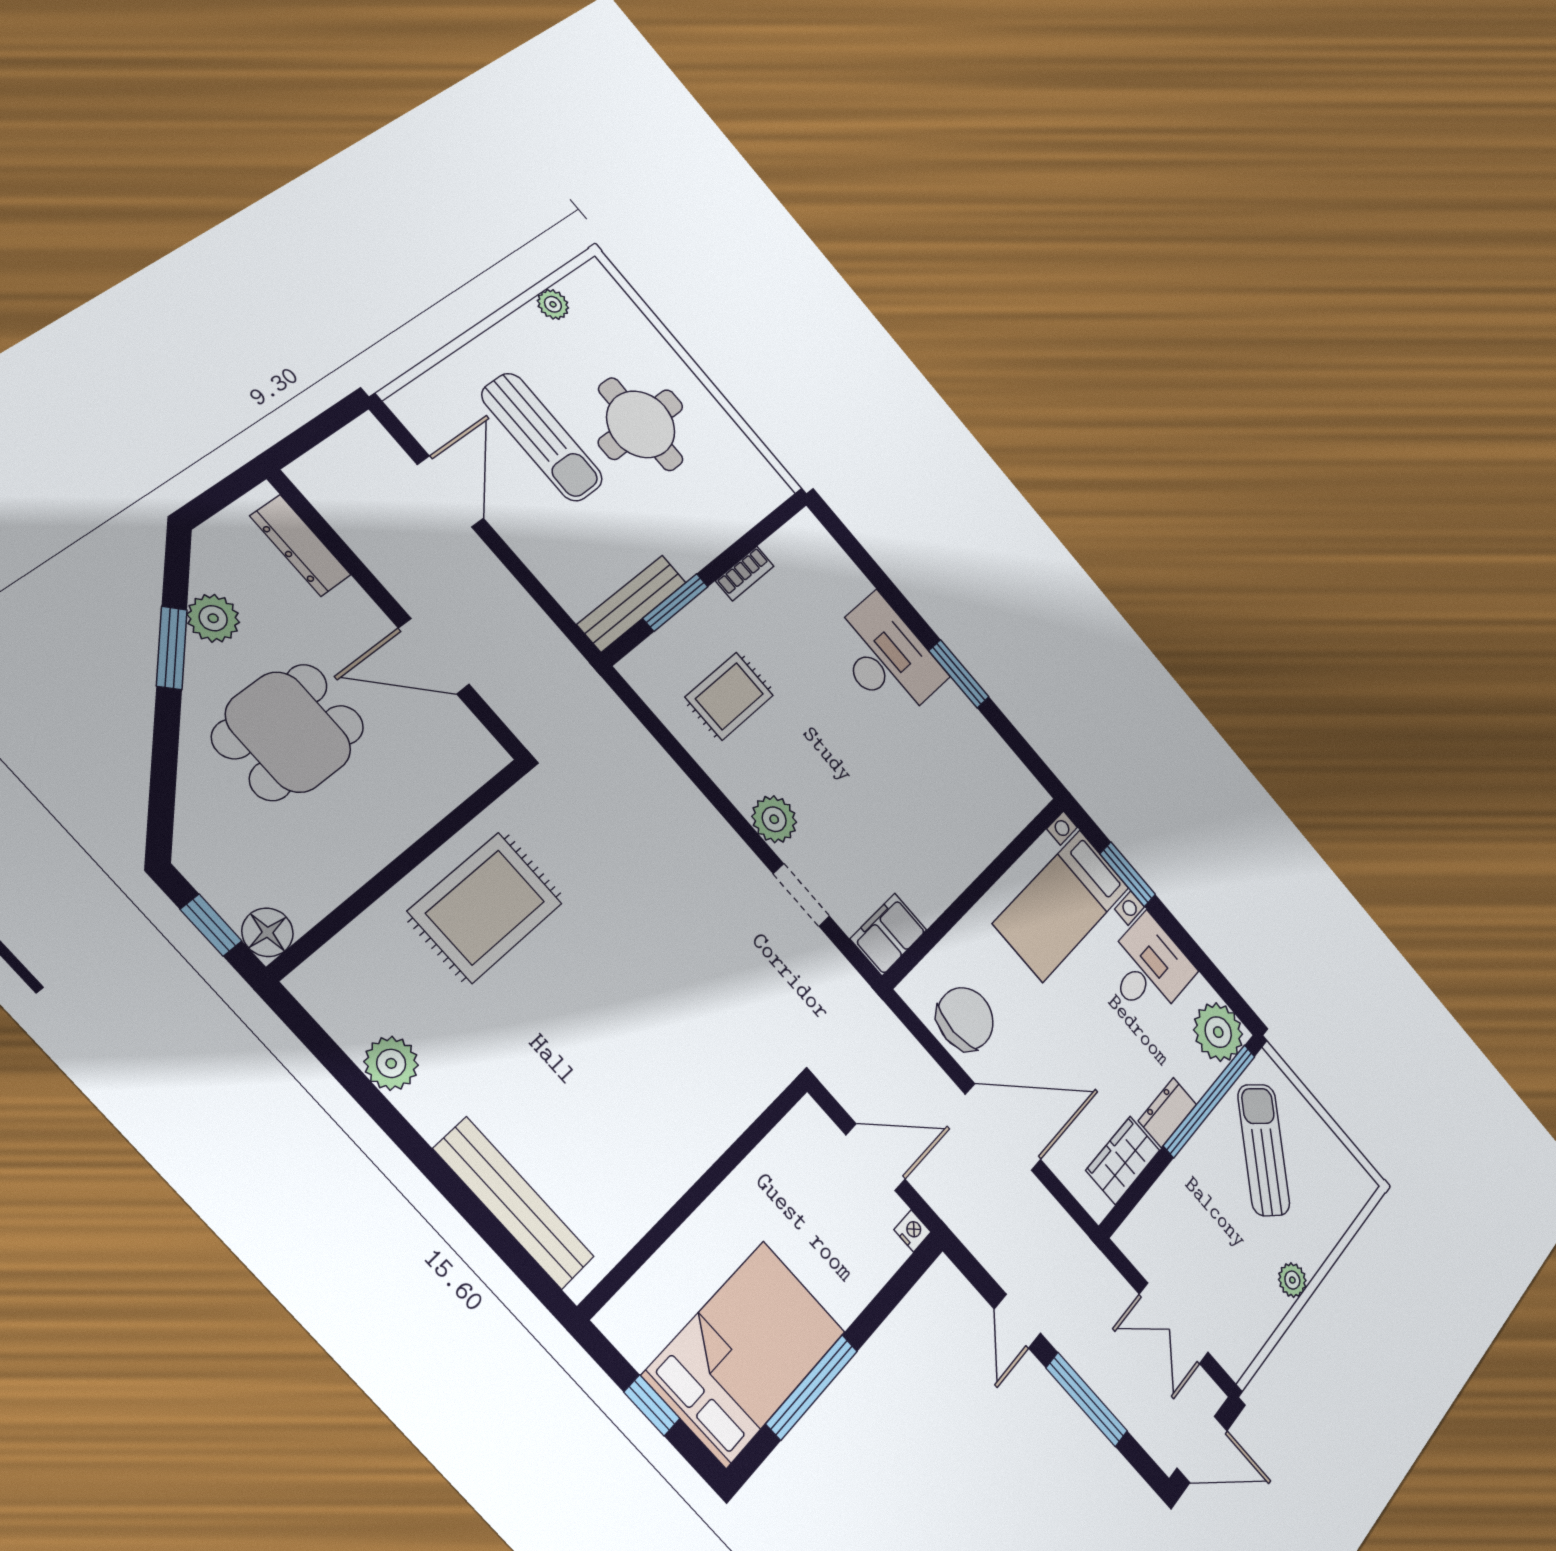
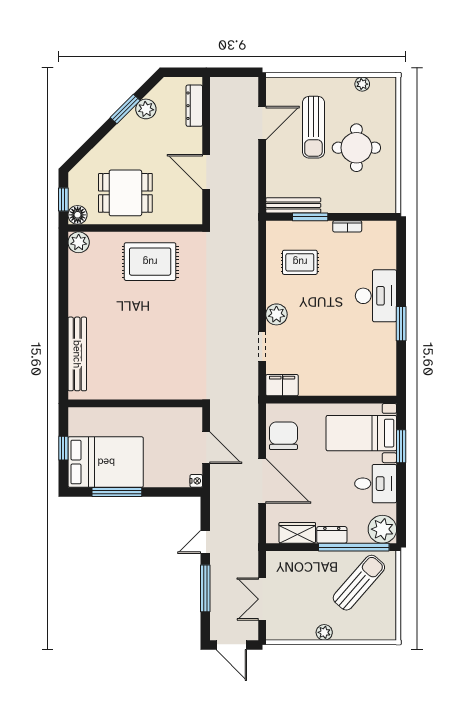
dining table: (288, 732) -> (125, 193), moved
chair: (965, 1019) -> (283, 436), turned -90
plant: (391, 1063) -> (79, 242), moved

